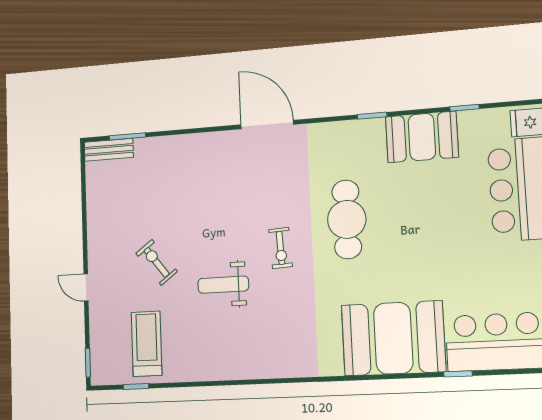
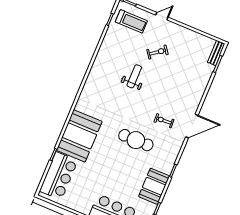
exercise bike: (281, 248) -> (164, 121), moved
treadmill: (147, 344) -> (131, 21), moved

